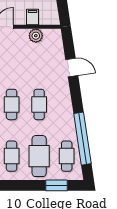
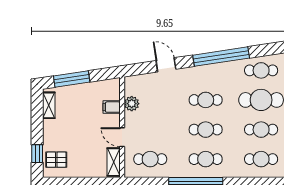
door: (72, 68) -> (166, 65), hinge flipped
window: (82, 139) -> (221, 57), moved

